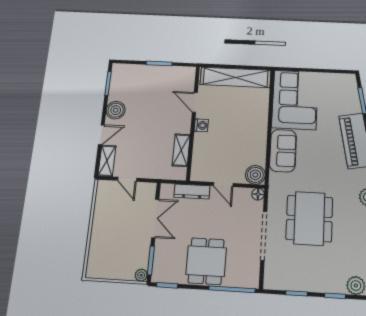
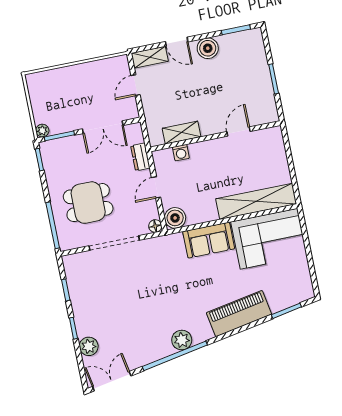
shelving: (236, 77) -> (256, 201), moved, turned 90
washing machine: (201, 125) -> (181, 153), moved
dresser: (192, 191) -> (140, 157), width x0.70
dining table: (309, 218) -> (144, 285), removed
dining table: (206, 261) -> (88, 203), moved

